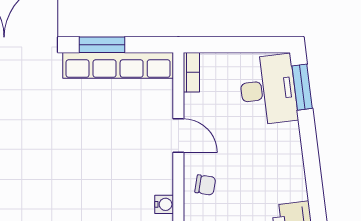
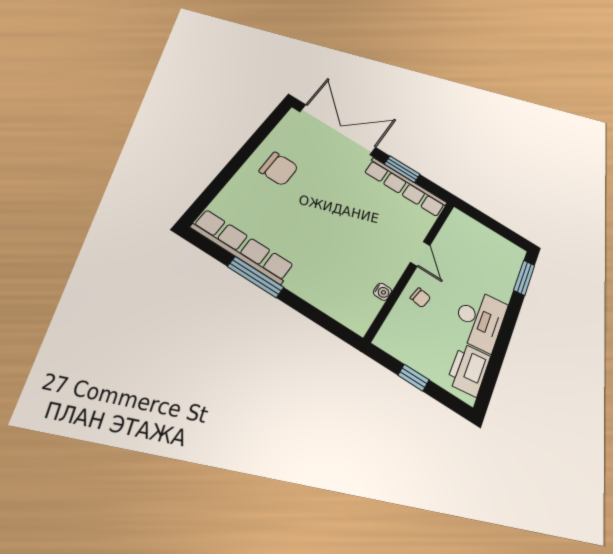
bookcase: (191, 72) -> (452, 221), removed
desk: (268, 90) -> (480, 320), moved

